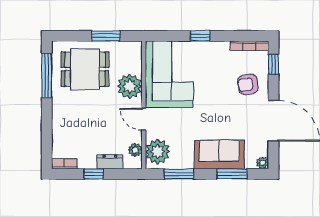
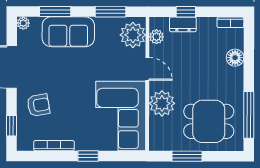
bookcase: (249, 46) -> (54, 146), moved
floor lamp: (60, 130) -> (235, 58), added
window: (94, 174) -> (186, 12), moved

